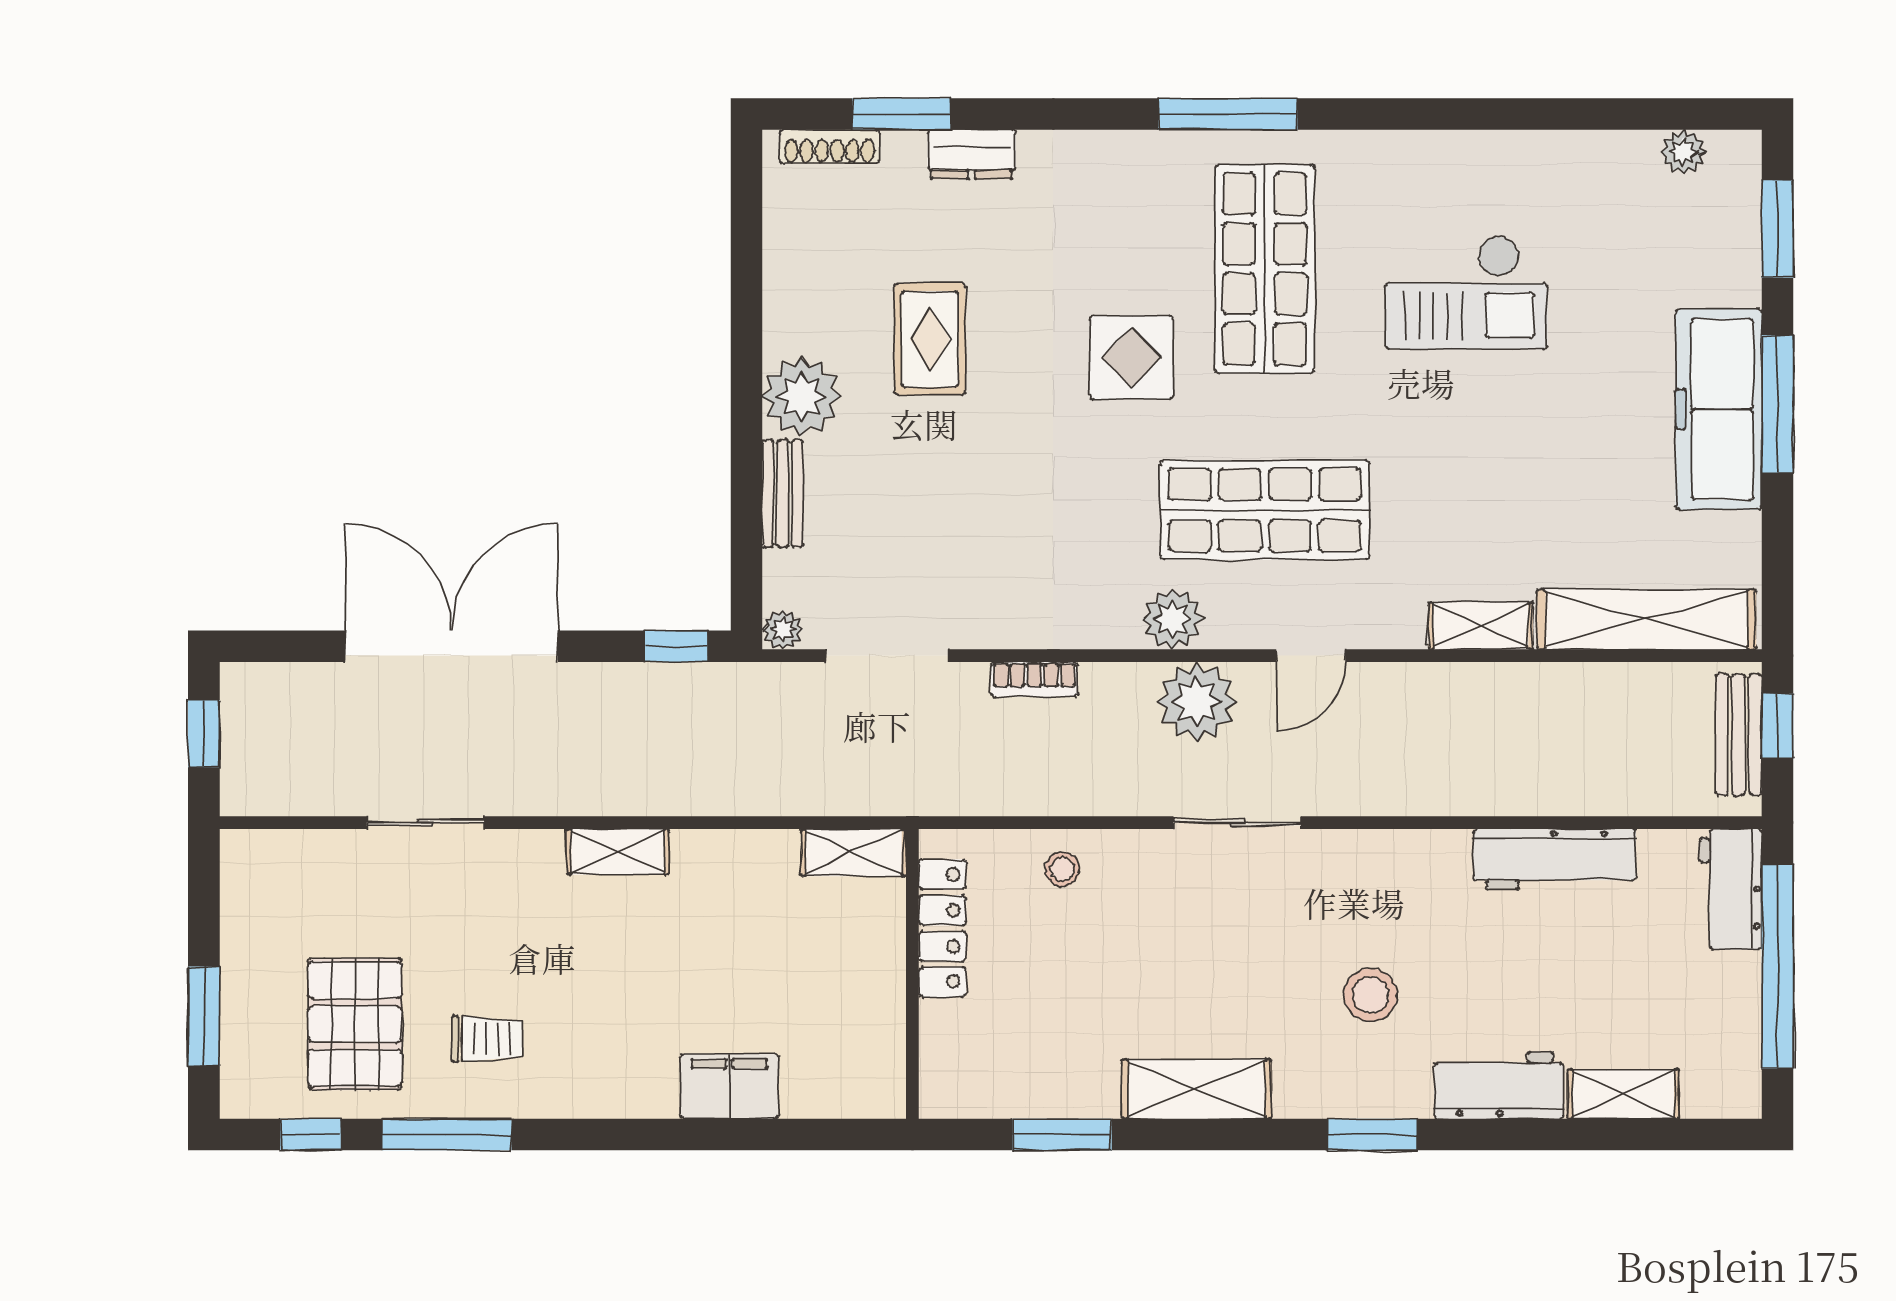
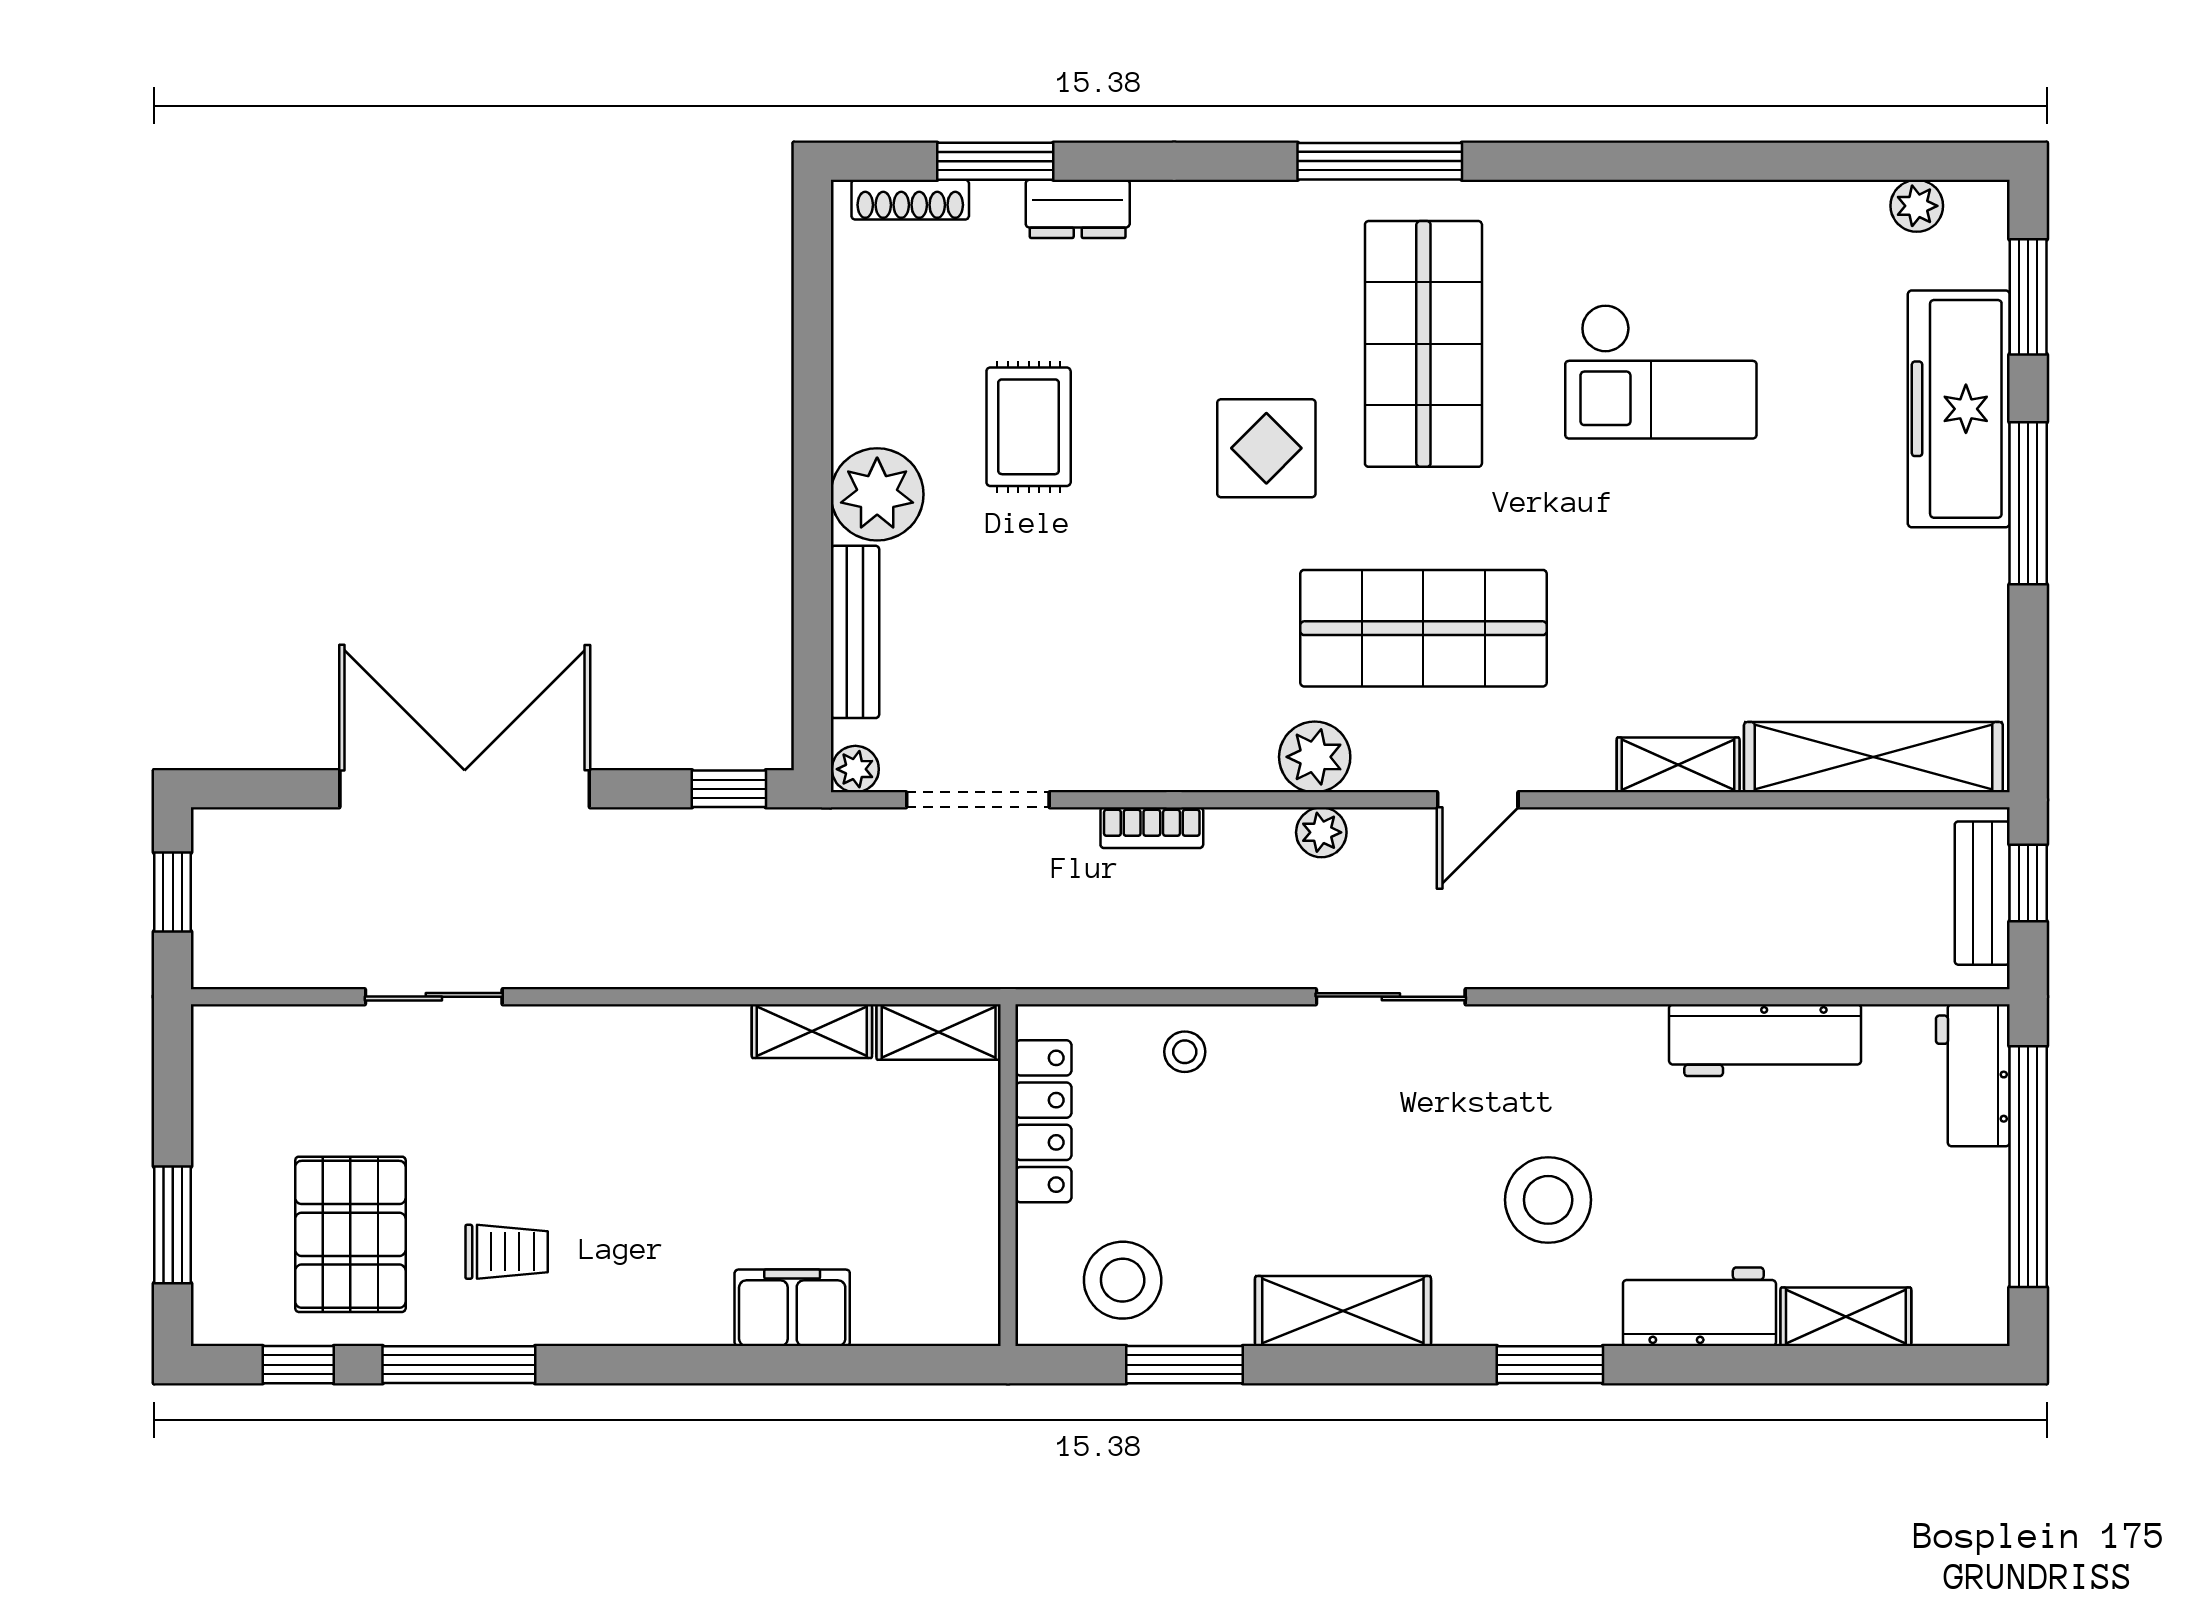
freezer: (1719, 409) -> (1959, 409), moved
bench: (783, 494) -> (855, 632), width x1.36
plant: (1197, 702) -> (1321, 832), width x0.53, depth x0.53
shelving: (618, 852) -> (812, 1031), moved
stool: (1371, 995) -> (1548, 1200), width x1.38, depth x1.38
stool: (1010, 1063) -> (1123, 1280), added

